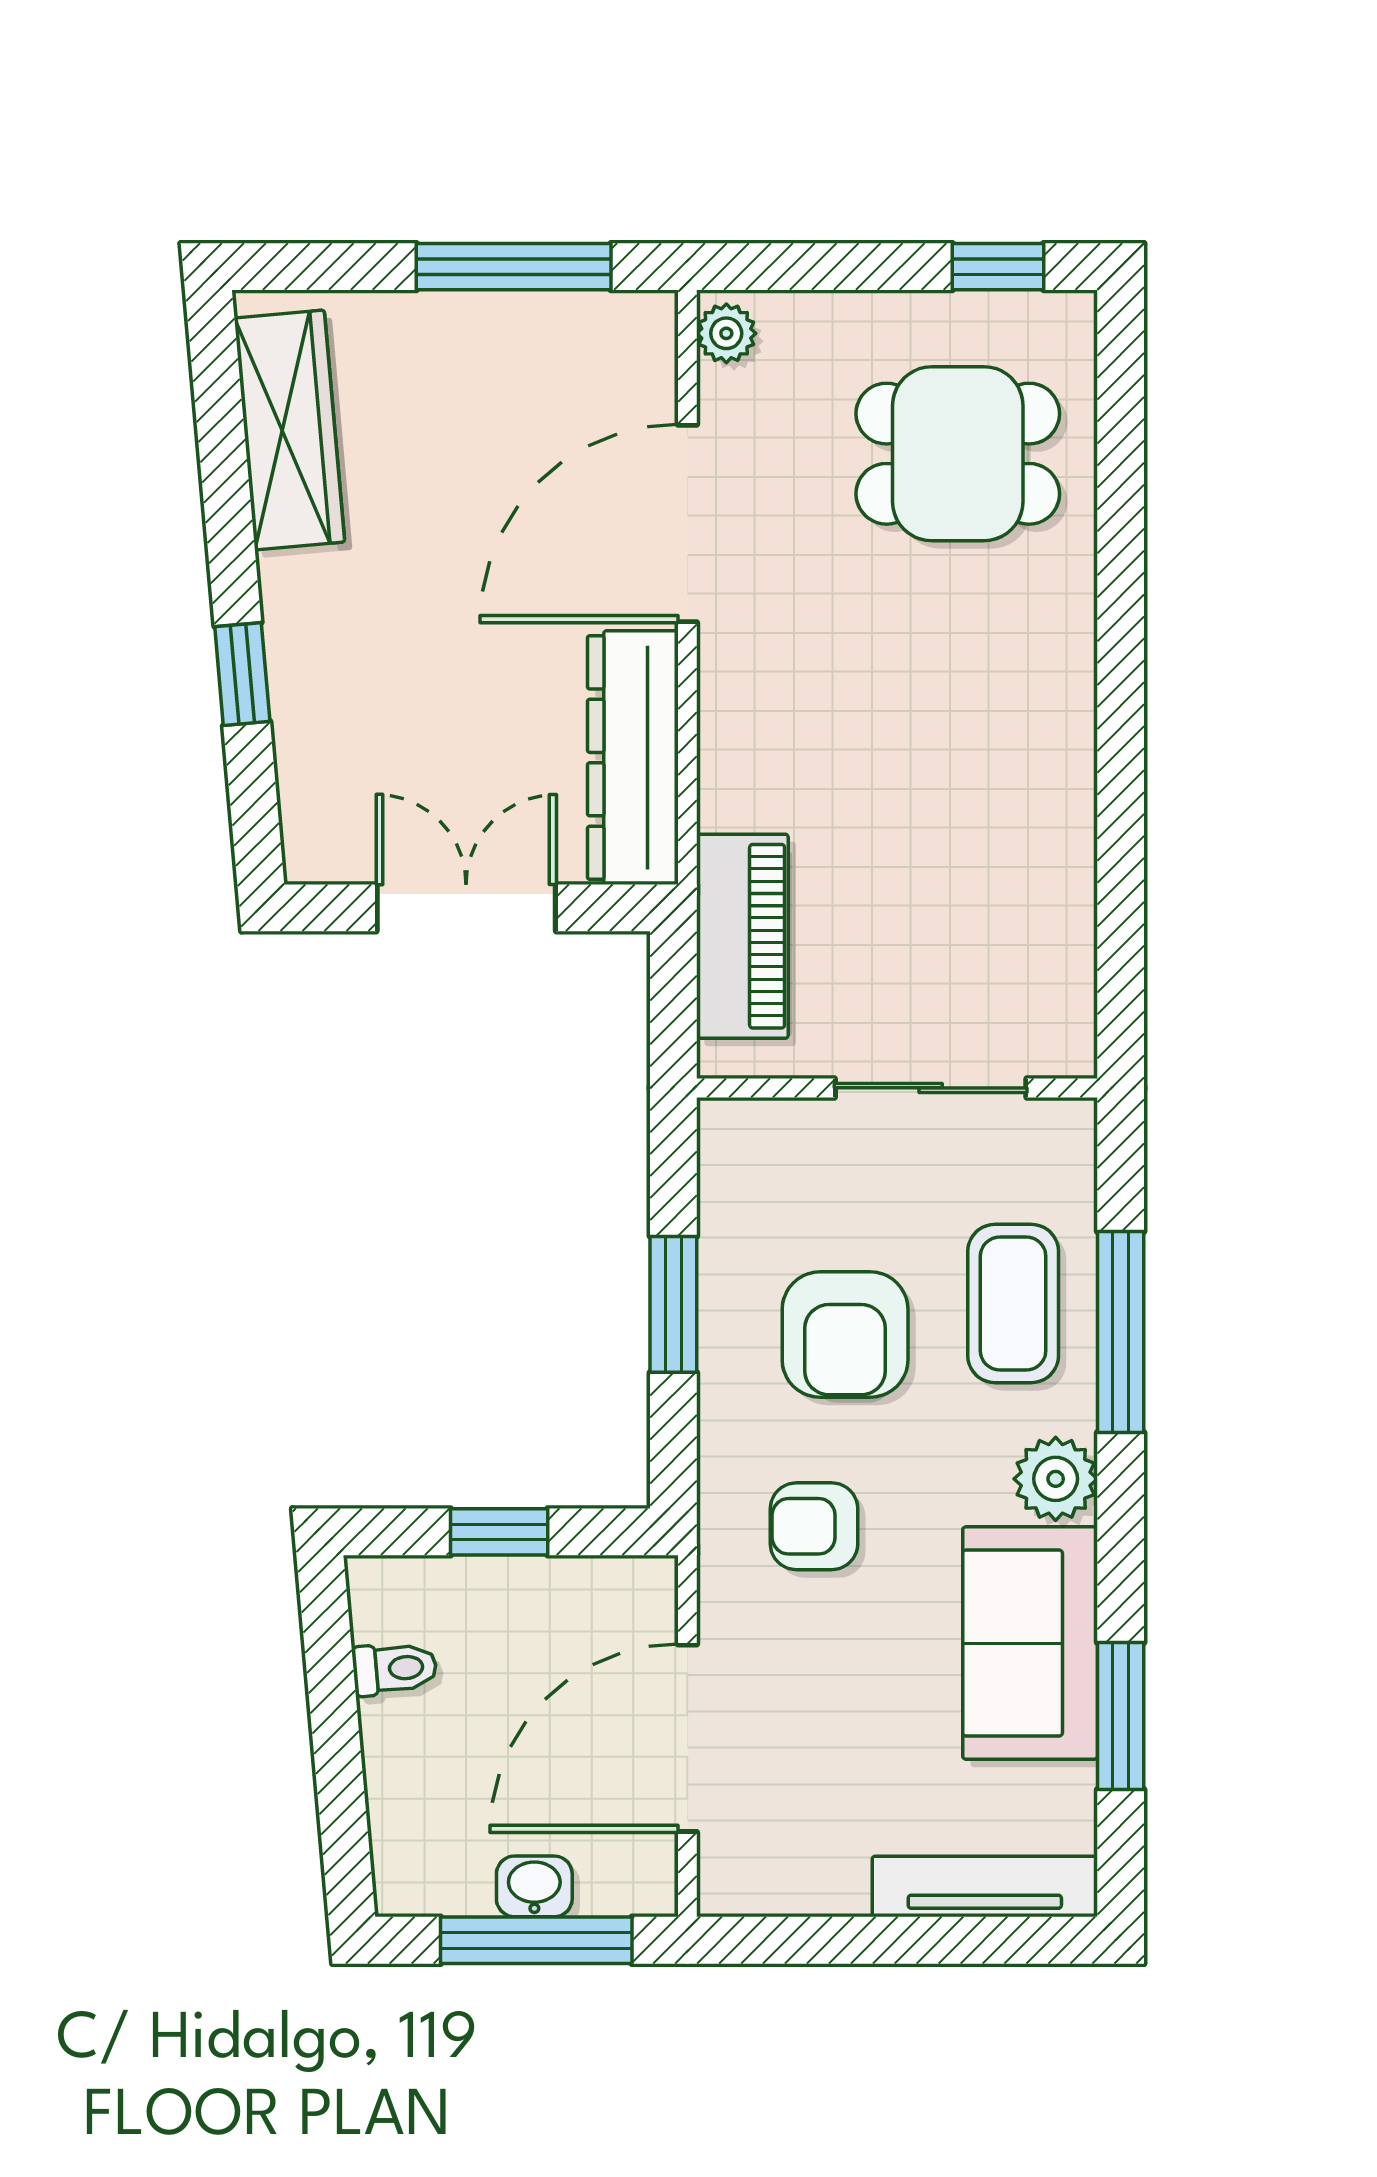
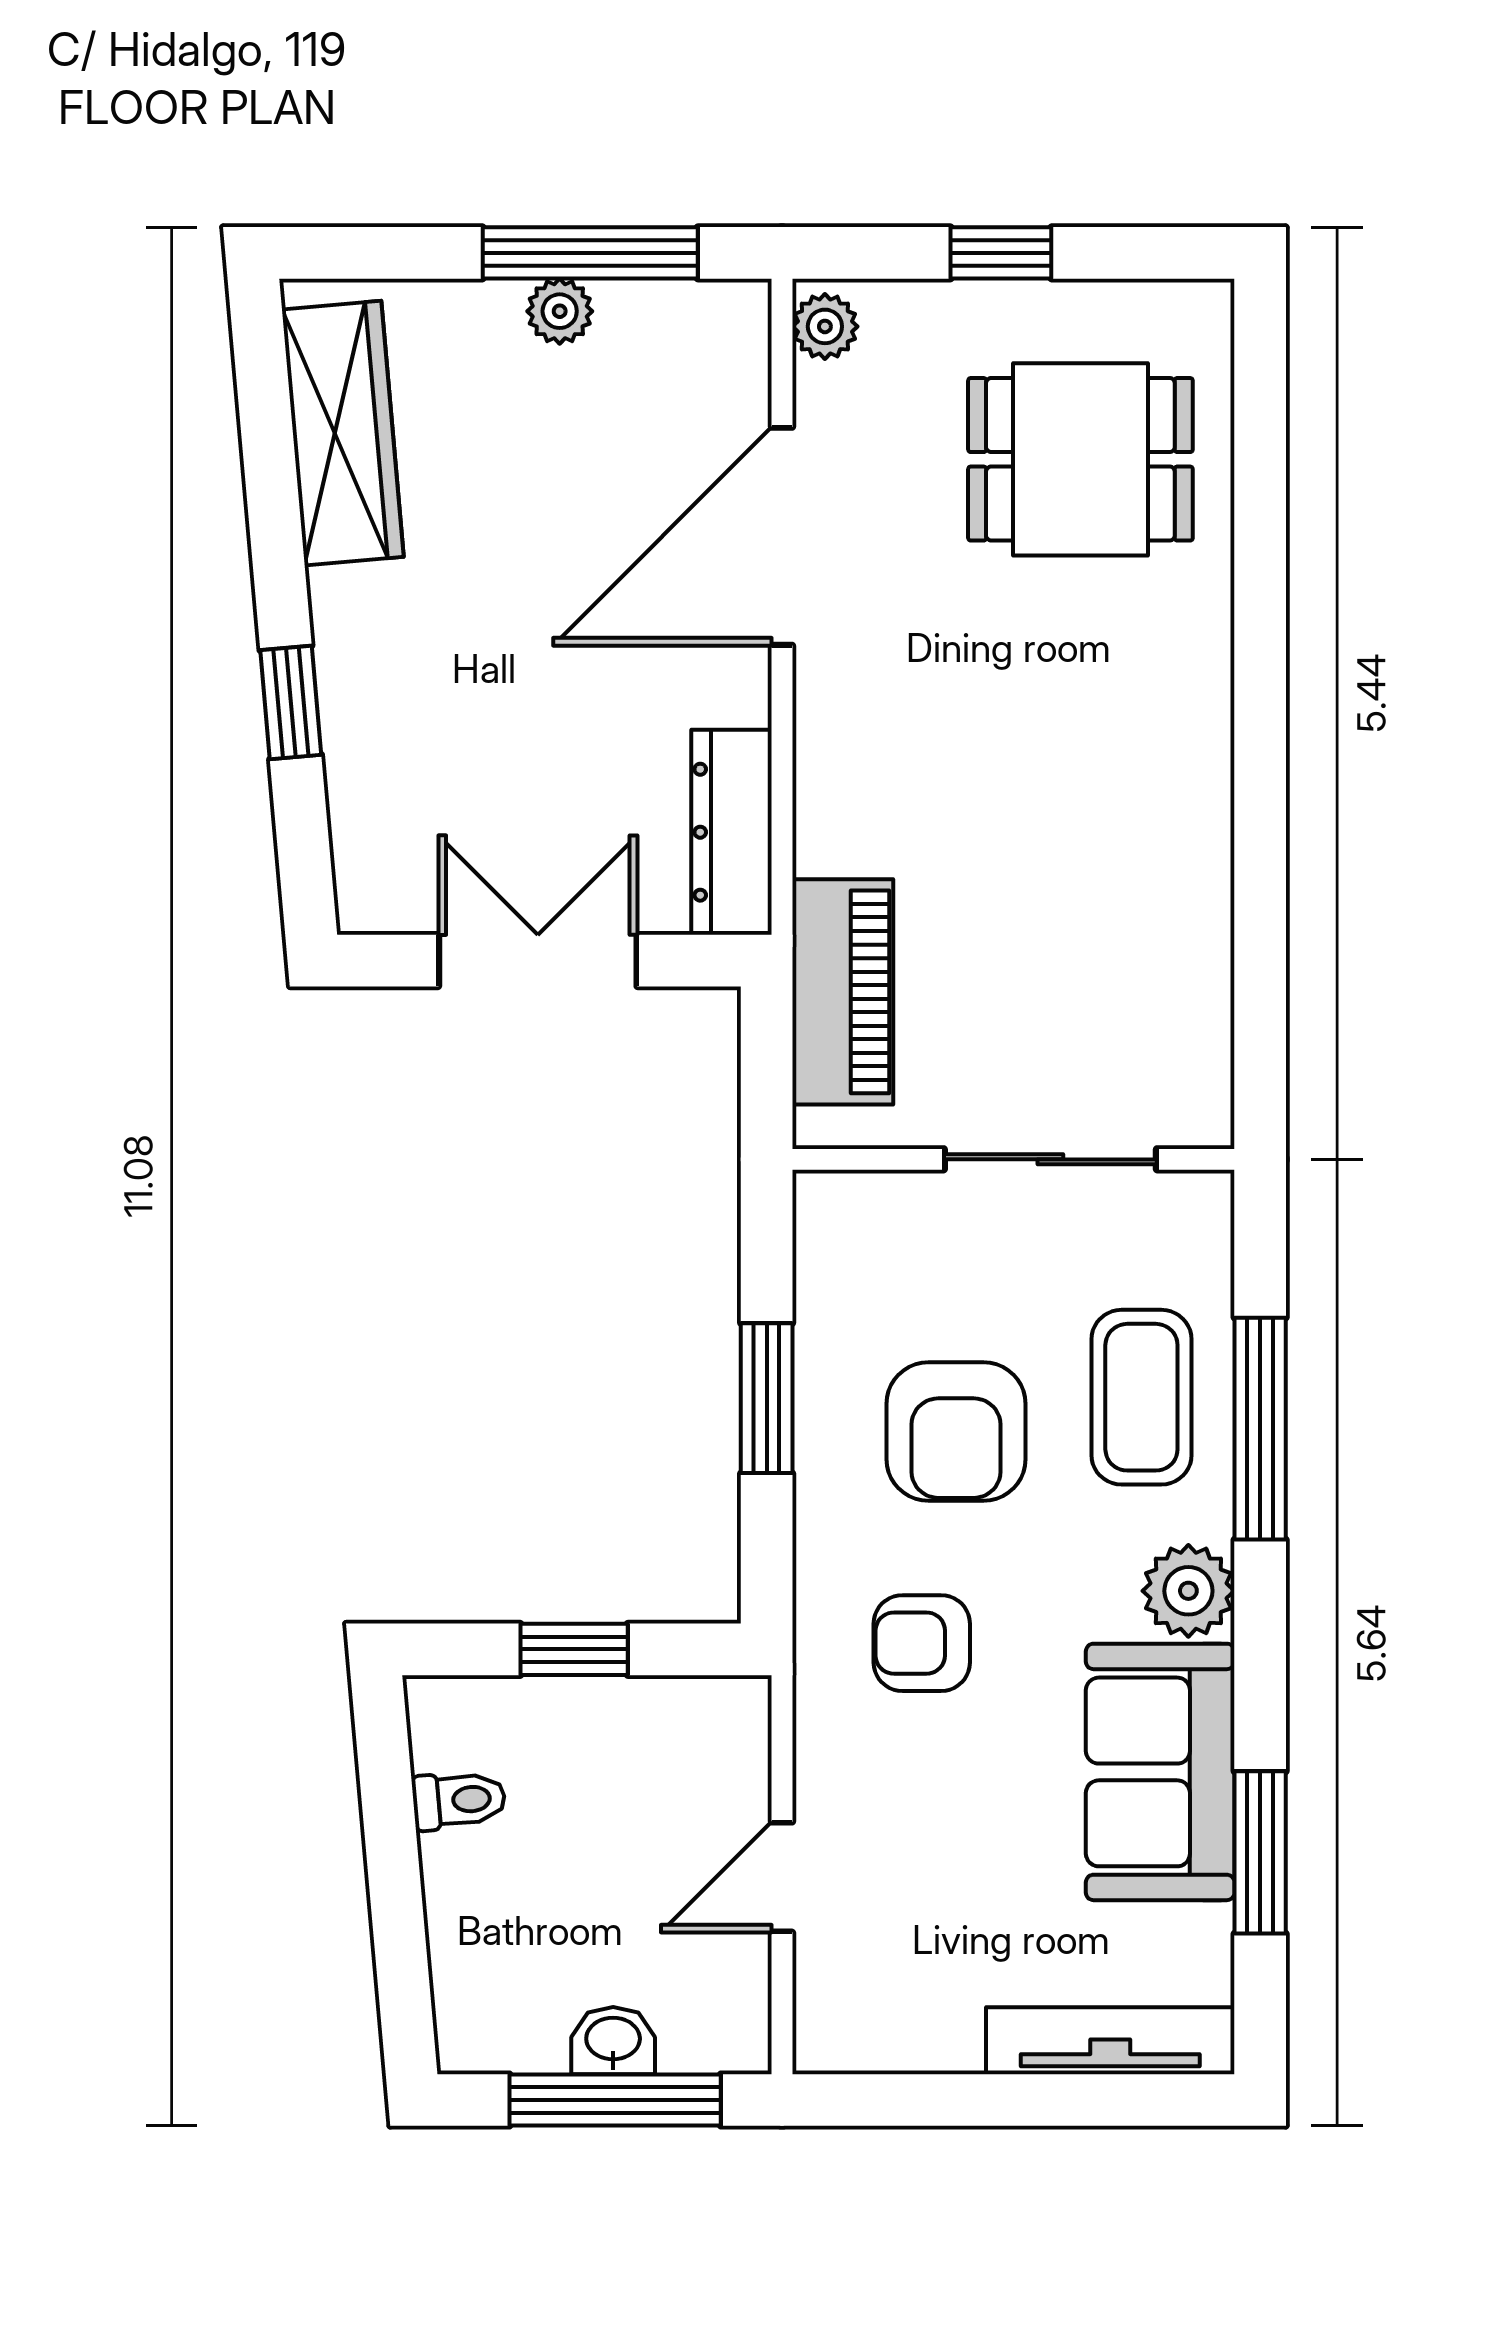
window: (998, 267) -> (1001, 253), moved
plant: (486, 320) -> (560, 311), added
dresser: (633, 758) -> (732, 832), width x0.73, depth x0.80
door: (687, 1738) -> (782, 1877), width x0.53

